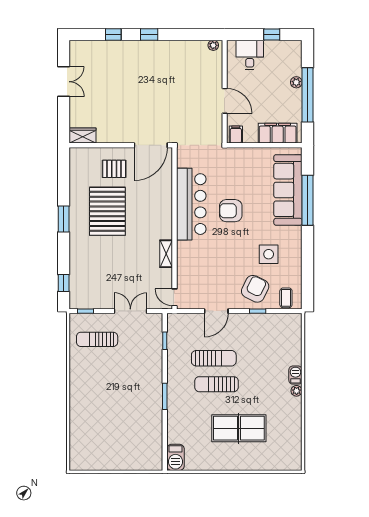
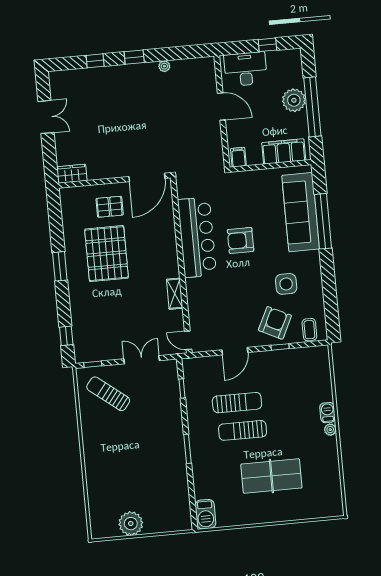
plant: (213, 45) -> (164, 66), moved
desk: (250, 55) -> (245, 69), width x1.37
plant: (296, 82) -> (294, 100), width x1.88, depth x1.88
door: (225, 101) -> (221, 106), moved
sun lounger: (97, 339) -> (108, 394), turned 38
plant: (107, 460) -> (131, 524), added

